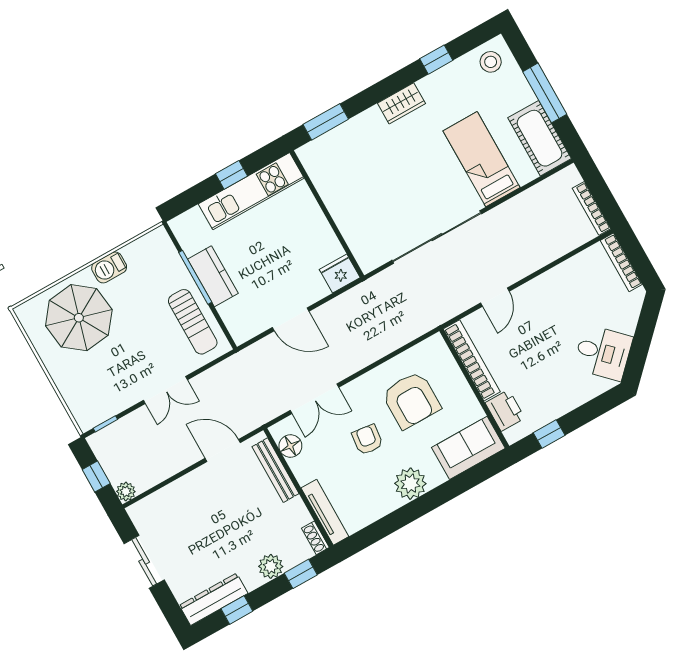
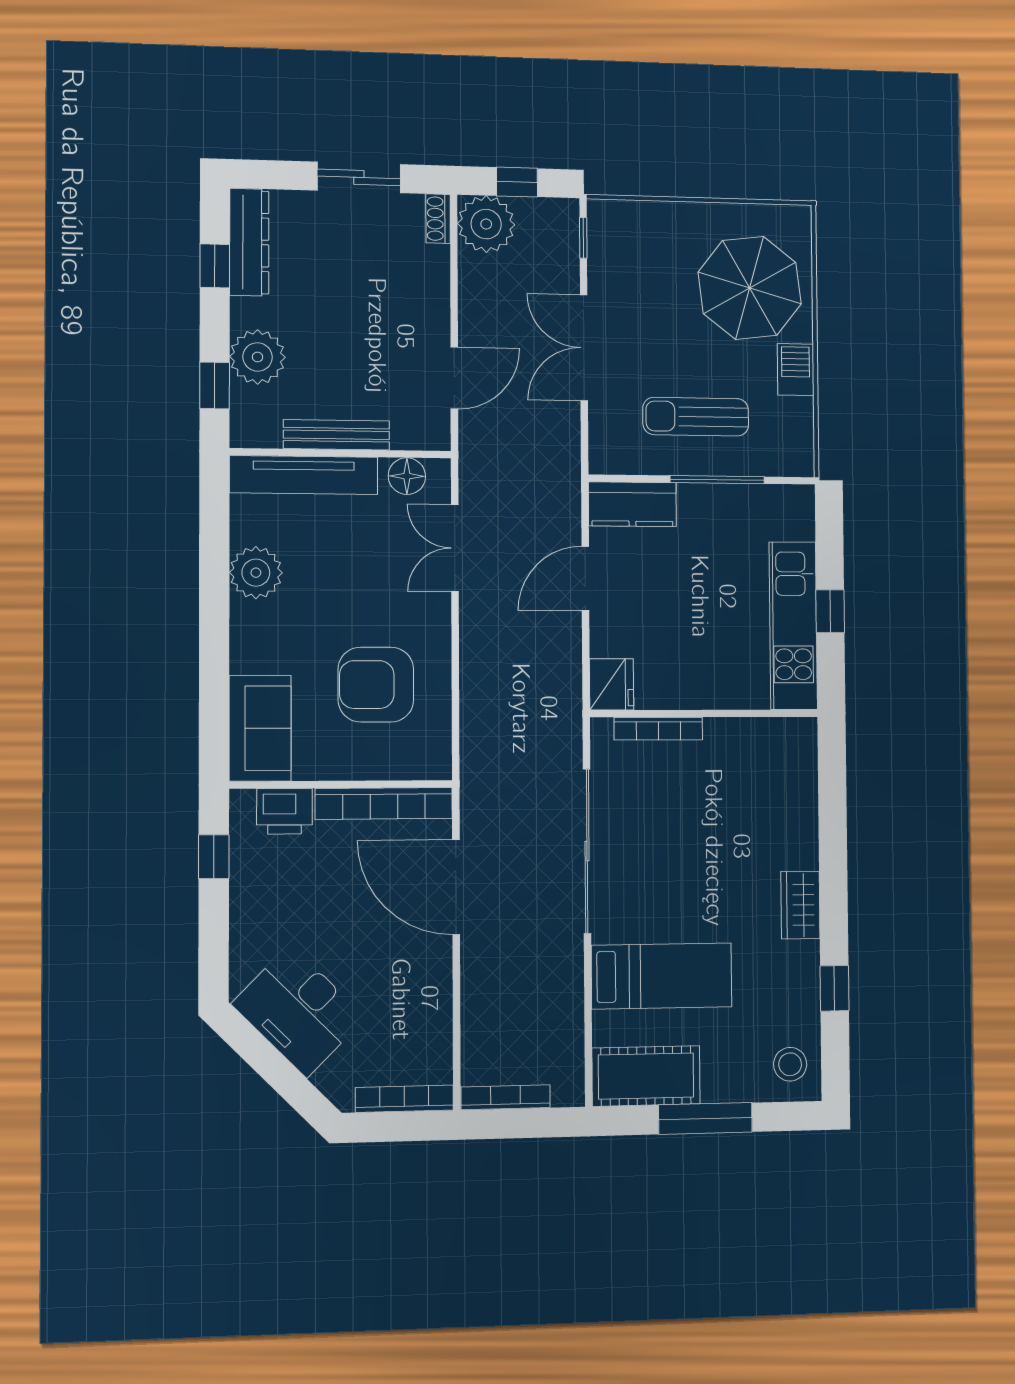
window: (326, 122) -> (832, 784), removed
bookcase: (349, 235) -> (658, 729), added
kitchen counter: (213, 276) -> (632, 504), moved
door: (495, 297) -> (456, 887), width x1.87
sun lounger: (193, 322) -> (696, 417), moved
desk: (603, 353) -> (299, 1011), width x1.37
double door: (165, 390) -> (584, 348), width x1.37
armchair: (367, 440) -> (354, 590), removed
bench: (275, 470) -> (336, 435), moved
plant: (410, 484) -> (256, 573), moved
plant: (126, 491) -> (486, 224), width x1.88, depth x1.88
tv unit: (325, 512) -> (304, 475), width x1.36, depth x1.29
shoe rack: (315, 538) -> (438, 219), moved, turned -90
plant: (271, 566) -> (258, 357), width x1.36, depth x1.36

